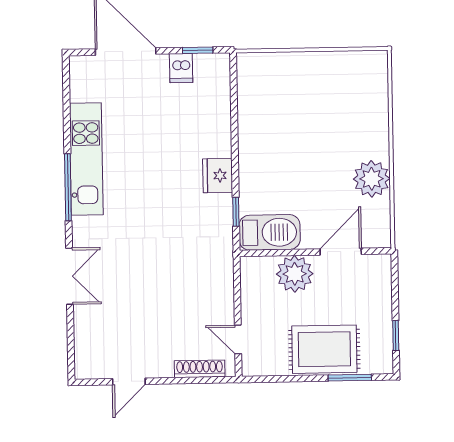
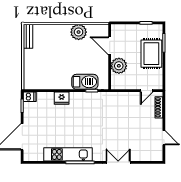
bench: (360, 61) -> (28, 36), added
dishwasher: (181, 68) -> (30, 97), moved
fridge: (218, 176) -> (62, 98), moved
barbecue: (270, 232) -> (85, 82), moved, turned 90

